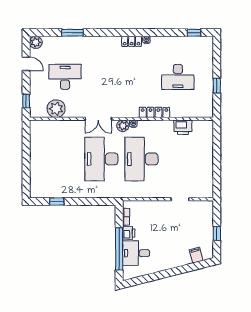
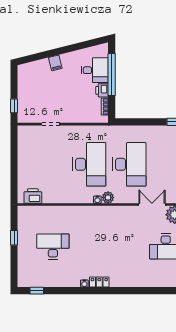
window: (72, 33) -> (158, 291), removed
locker: (154, 112) -> (76, 211), removed
double door: (98, 119) -> (152, 204), moved
printer: (183, 127) -> (33, 196), moved
window: (217, 233) -> (14, 106), moved
filing cabinet: (196, 255) -> (55, 63), moved

